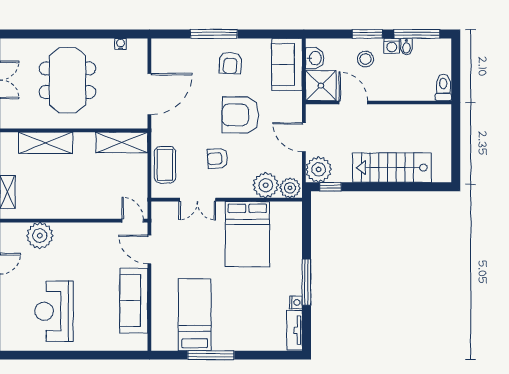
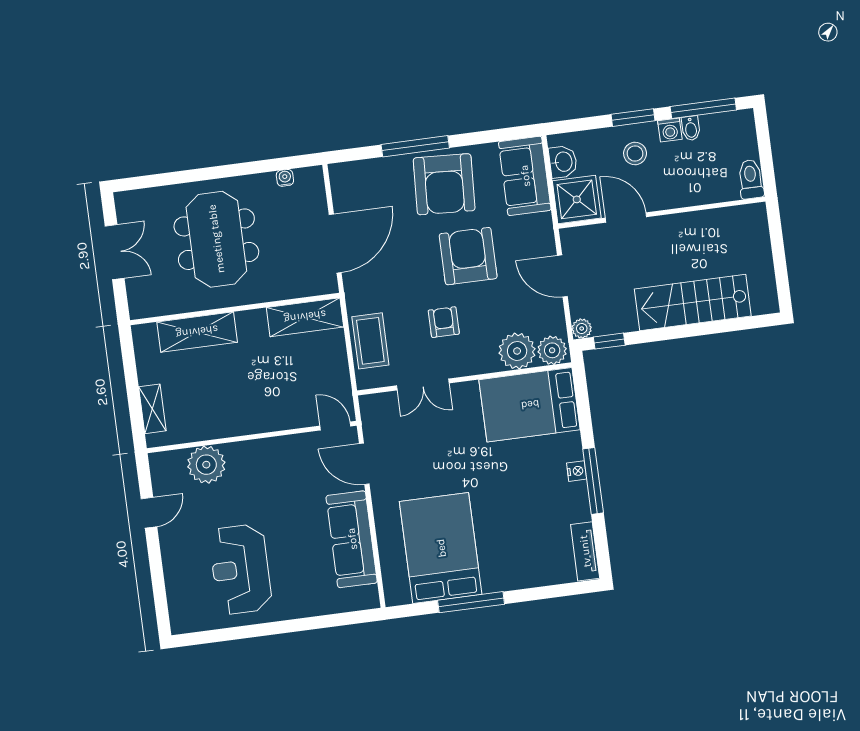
armchair: (230, 63) -> (444, 184), width x1.88, depth x1.88
armchair: (240, 115) -> (468, 256), turned 90
armchair: (217, 158) -> (444, 322), turned 94
plant: (319, 169) -> (582, 329), width x0.53, depth x0.53
bed: (247, 234) -> (530, 405), moved, turned 90
nightstand: (296, 302) -> (577, 471), moved
bed: (195, 315) -> (441, 548), width x1.50

